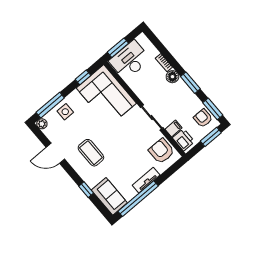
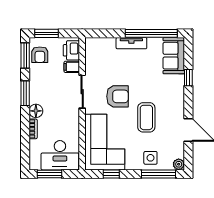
window: (118, 48) -> (49, 174), moved
armchair: (161, 151) -> (117, 96), moved, turned -90
coffee table: (91, 153) -> (146, 117), moved

